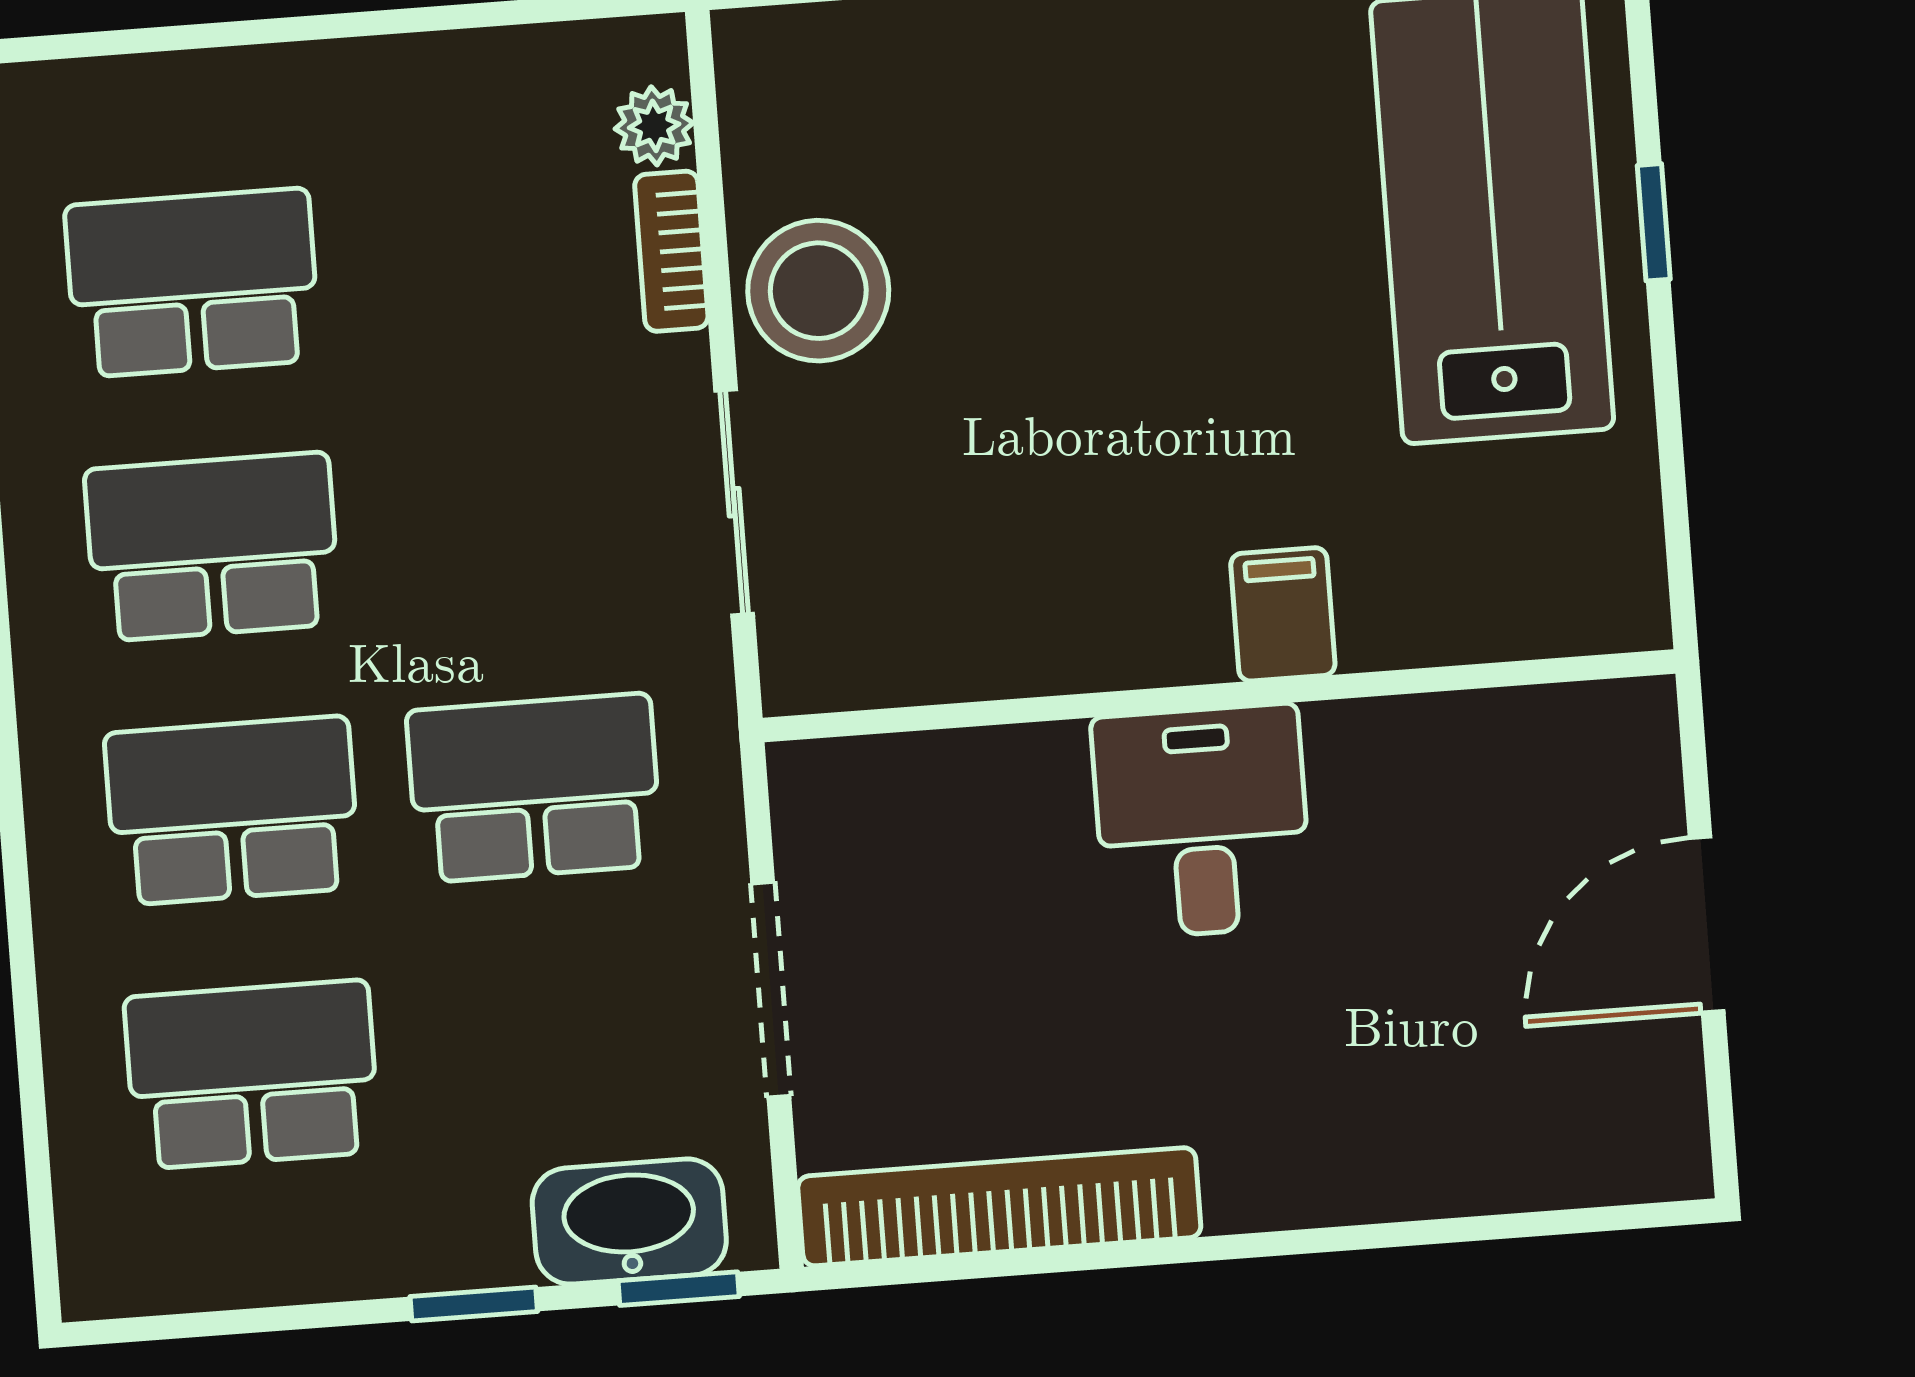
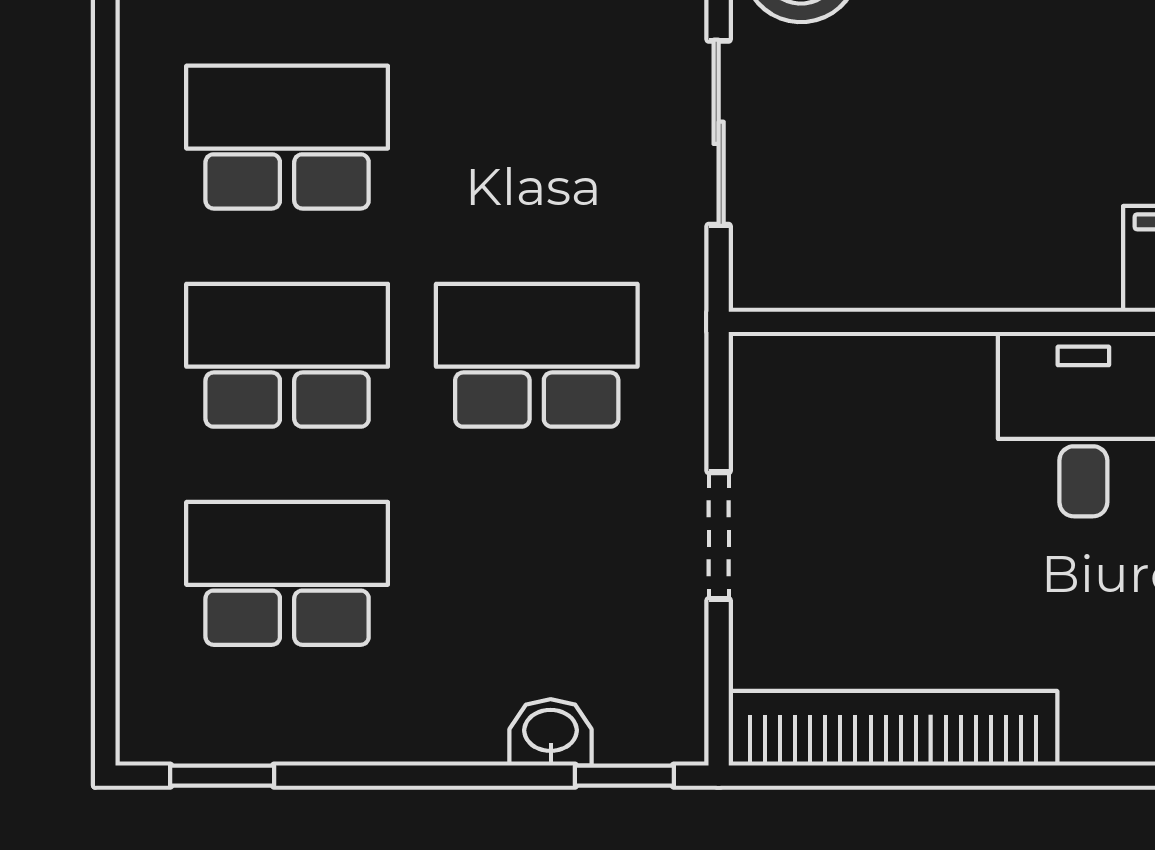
doorway: (771, 990) -> (719, 536), width x0.73
washbasin: (629, 1222) -> (551, 732), width x0.52, depth x0.69
window: (474, 1304) -> (222, 776), moved

